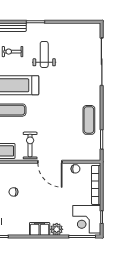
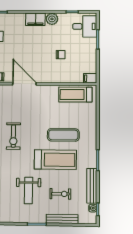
exercise bike: (30, 145) -> (13, 136), moved
plant: (57, 229) -> (52, 19), moved

